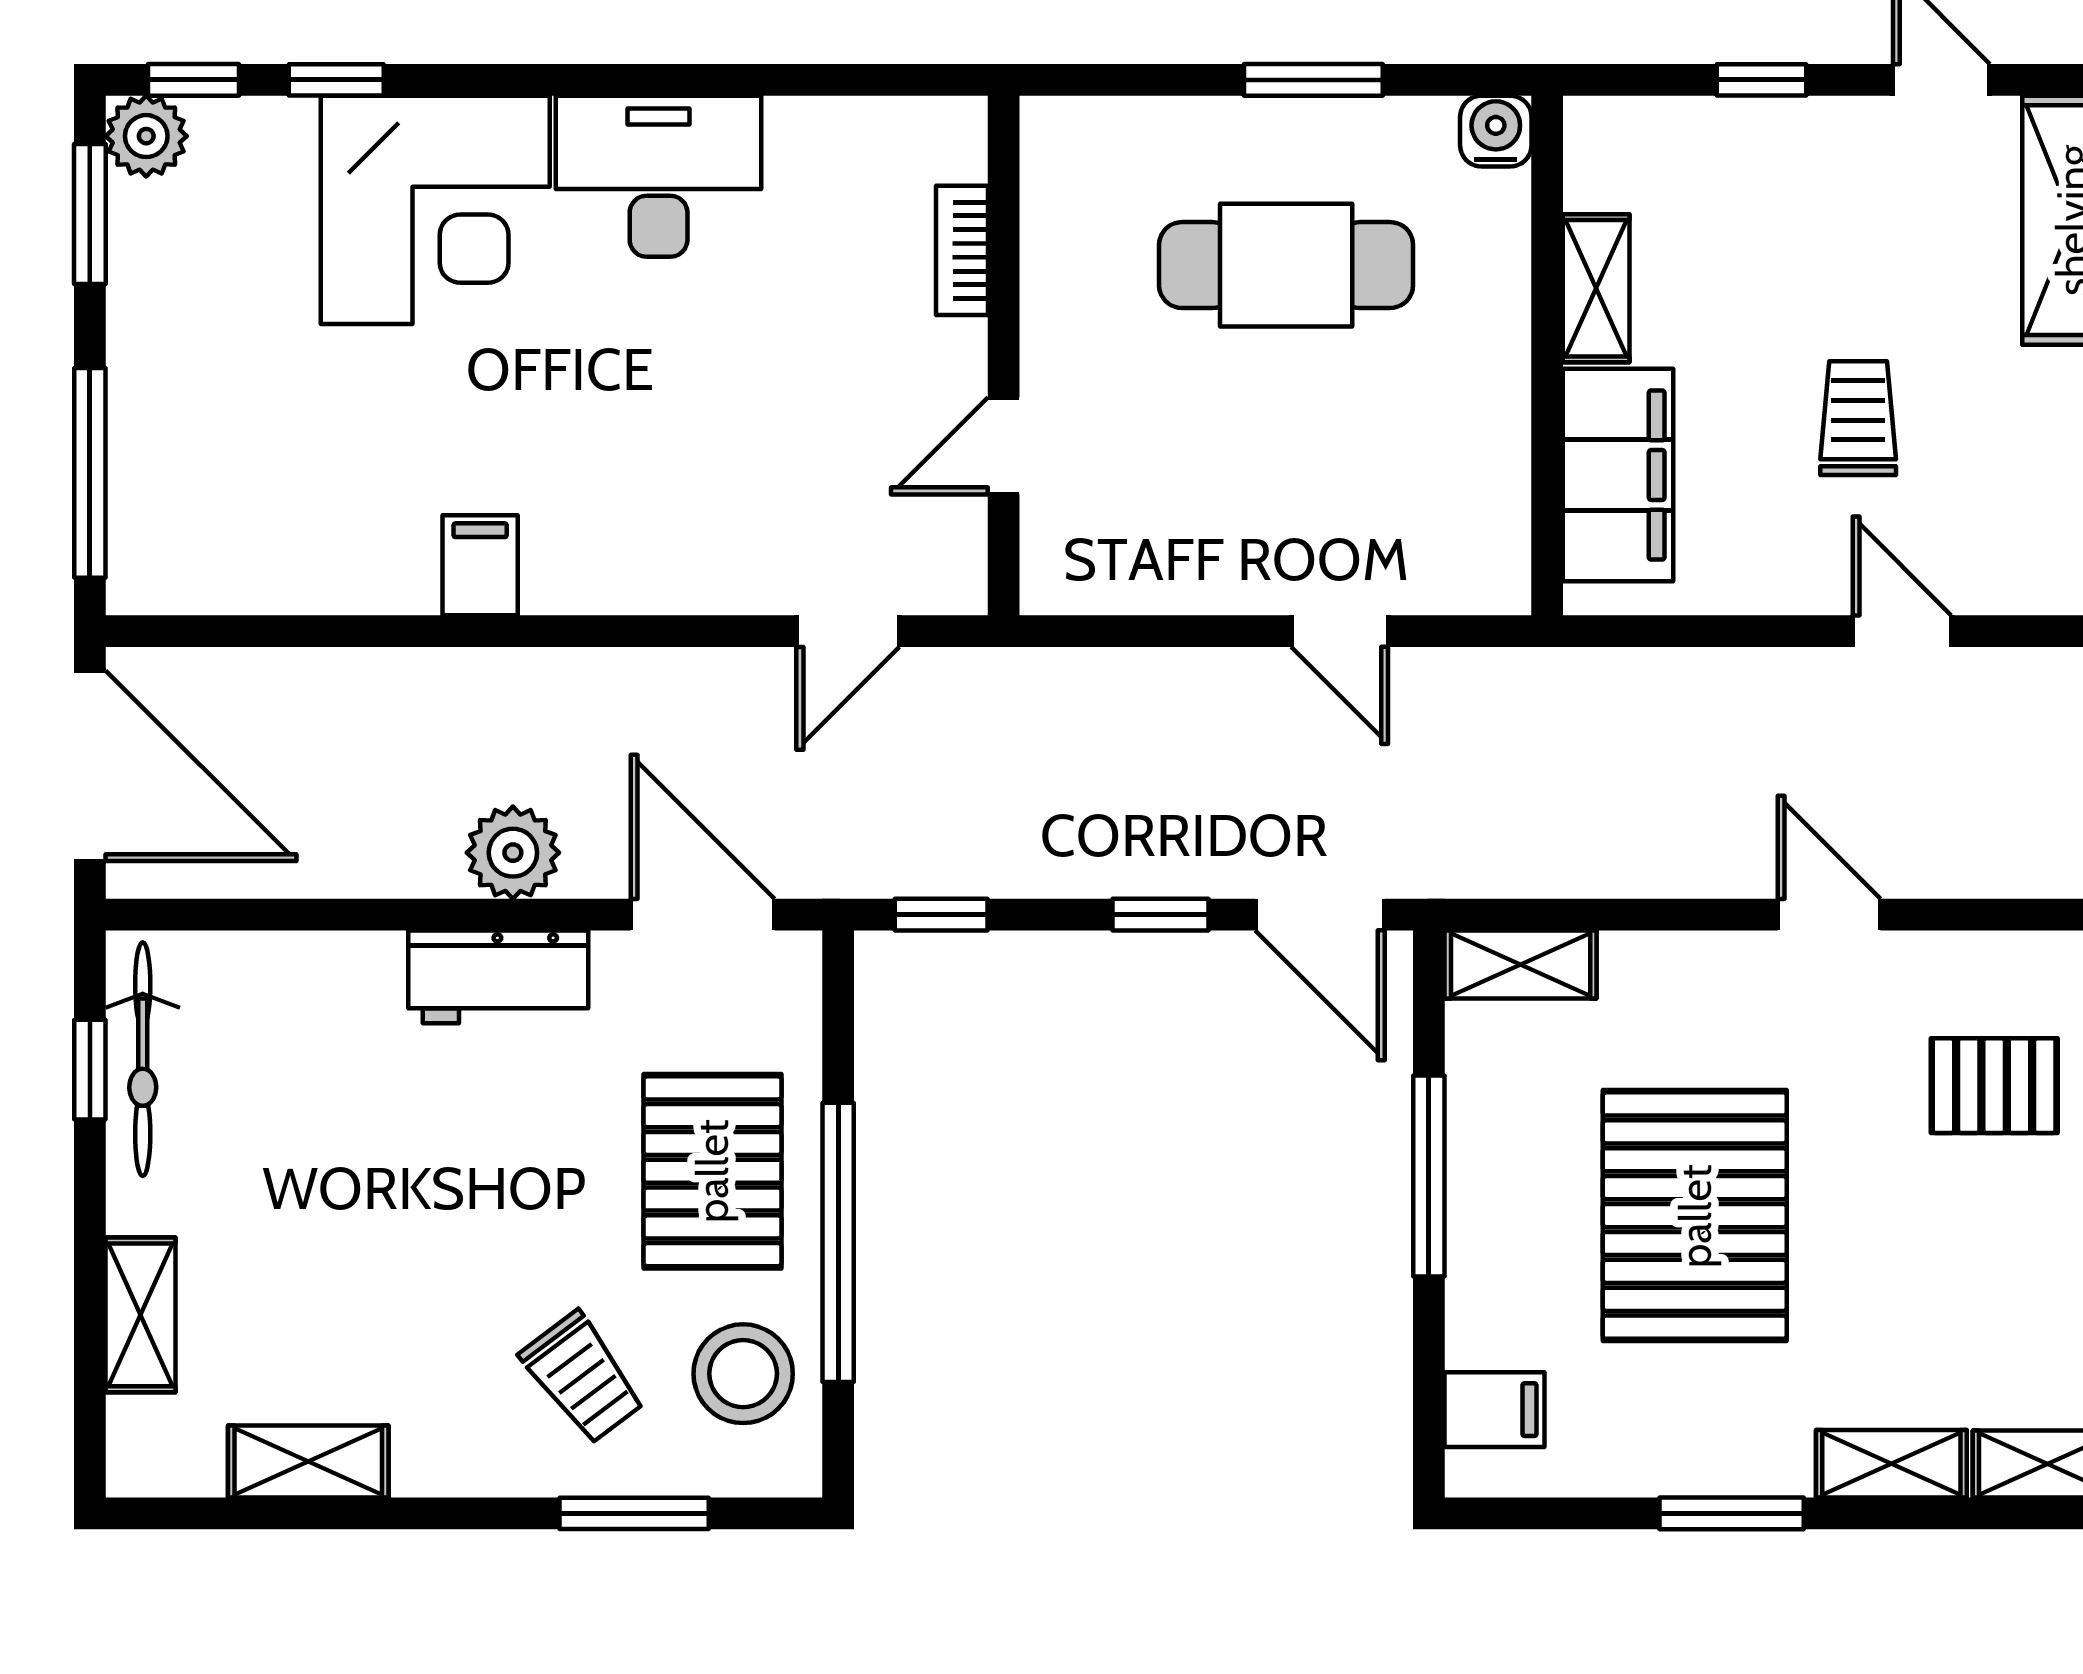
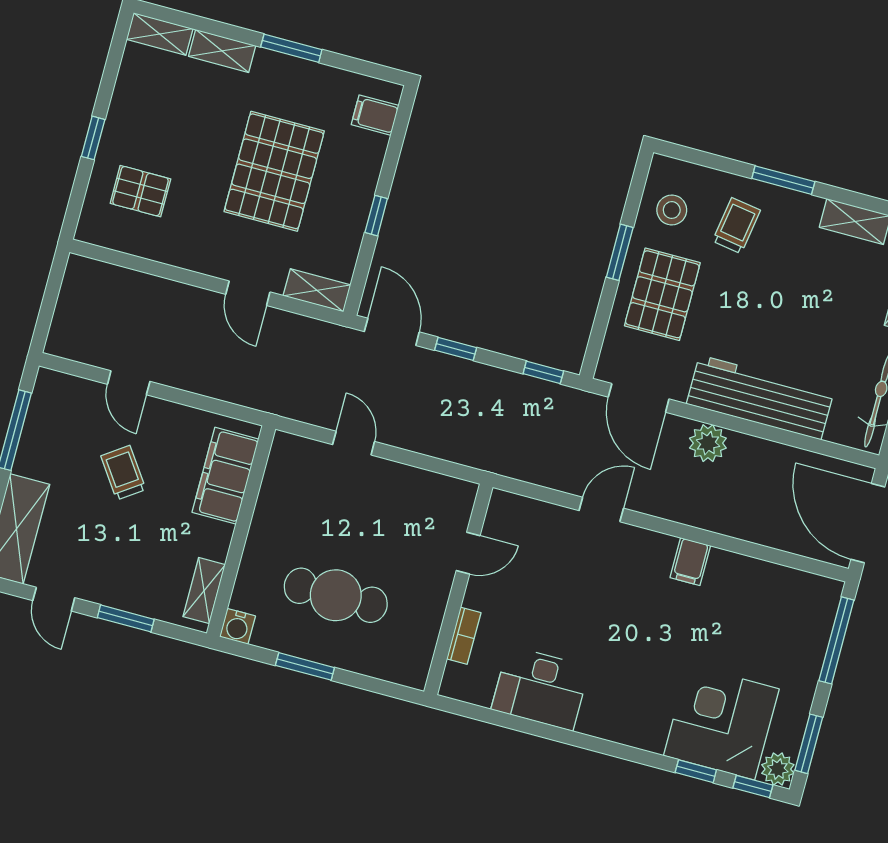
window: (1762, 80) -> (126, 618), width x1.50
desk: (659, 176) -> (540, 688), moved
corner desk: (435, 210) -> (721, 722), moved
shelving: (1596, 288) -> (204, 591), moved
trolley: (1858, 418) -> (123, 473), turned 145
door: (848, 631) -> (601, 509), moved
door: (1829, 915) -> (248, 293), moved
workbench: (498, 977) -> (760, 397), width x1.88, depth x1.32
window: (1429, 1176) -> (376, 216), width x0.46
window: (838, 1242) -> (620, 252), width x0.47
stool: (743, 1374) -> (672, 210), width x0.73, depth x0.73
trolley: (583, 1378) -> (736, 226), turned 46
window: (634, 1513) -> (783, 180), moved

